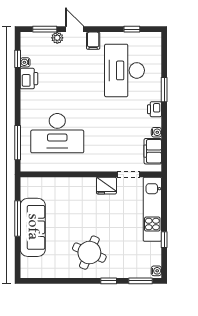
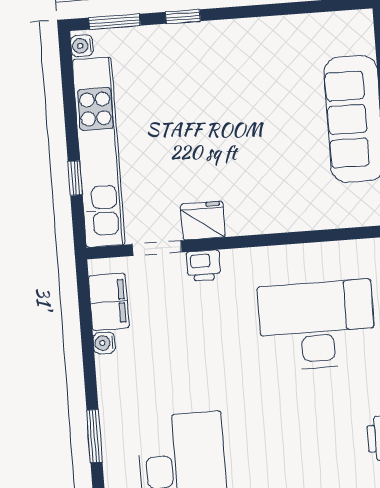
printer: (154, 109) -> (203, 266), moved, turned 90
kitchen unit: (152, 209) -> (99, 152), width x1.36
window: (164, 240) -> (75, 178), moved
round table: (89, 253) -> (229, 74), removed

